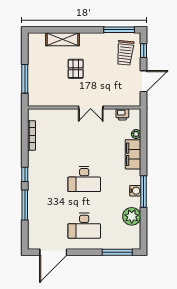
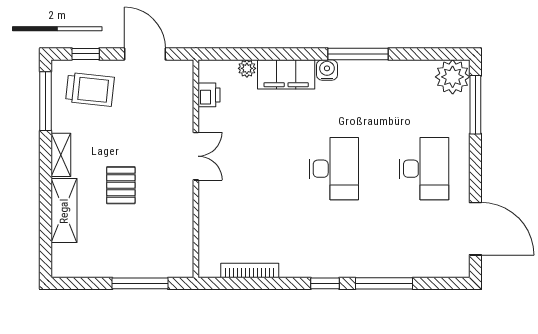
shelving: (91, 38) -> (61, 155), added
pallet: (76, 69) -> (121, 185), turned 90
water cooler: (135, 191) -> (327, 70), moved
plant: (132, 216) -> (453, 77), moved

